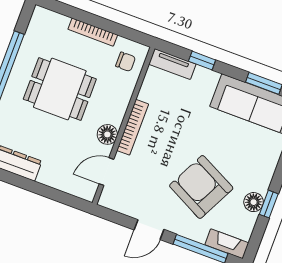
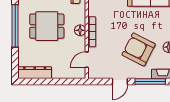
floor lamp: (107, 134) -> (80, 30), moved

